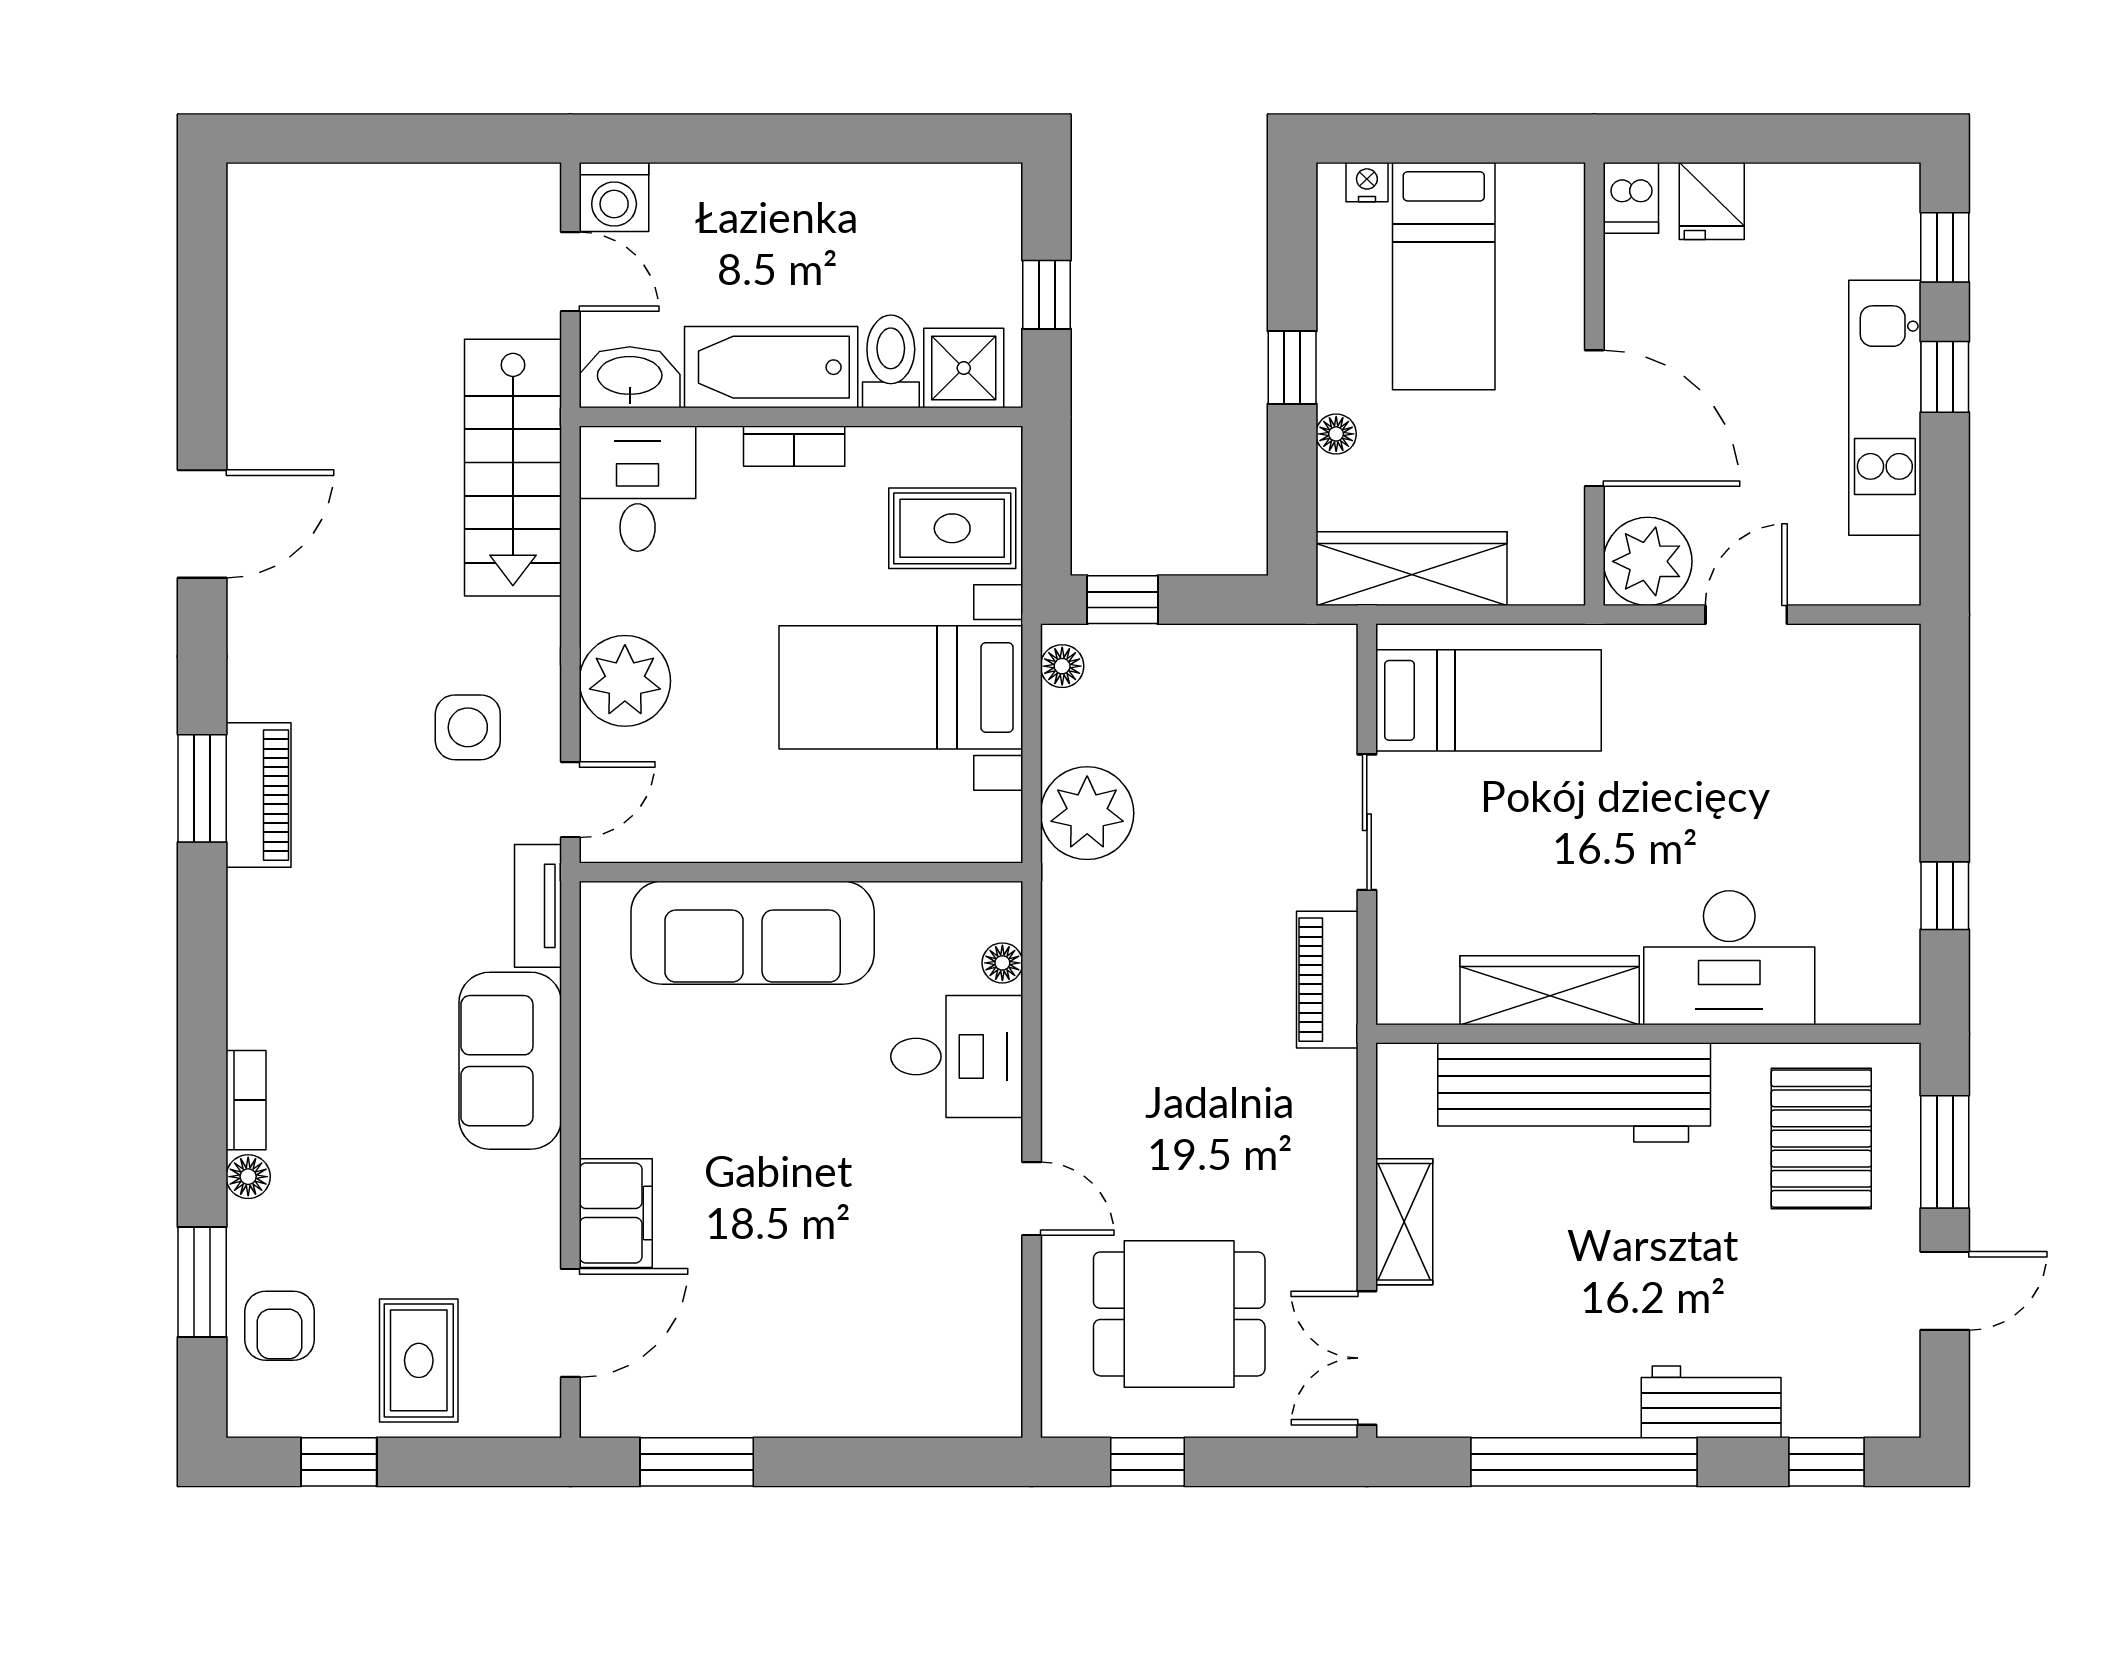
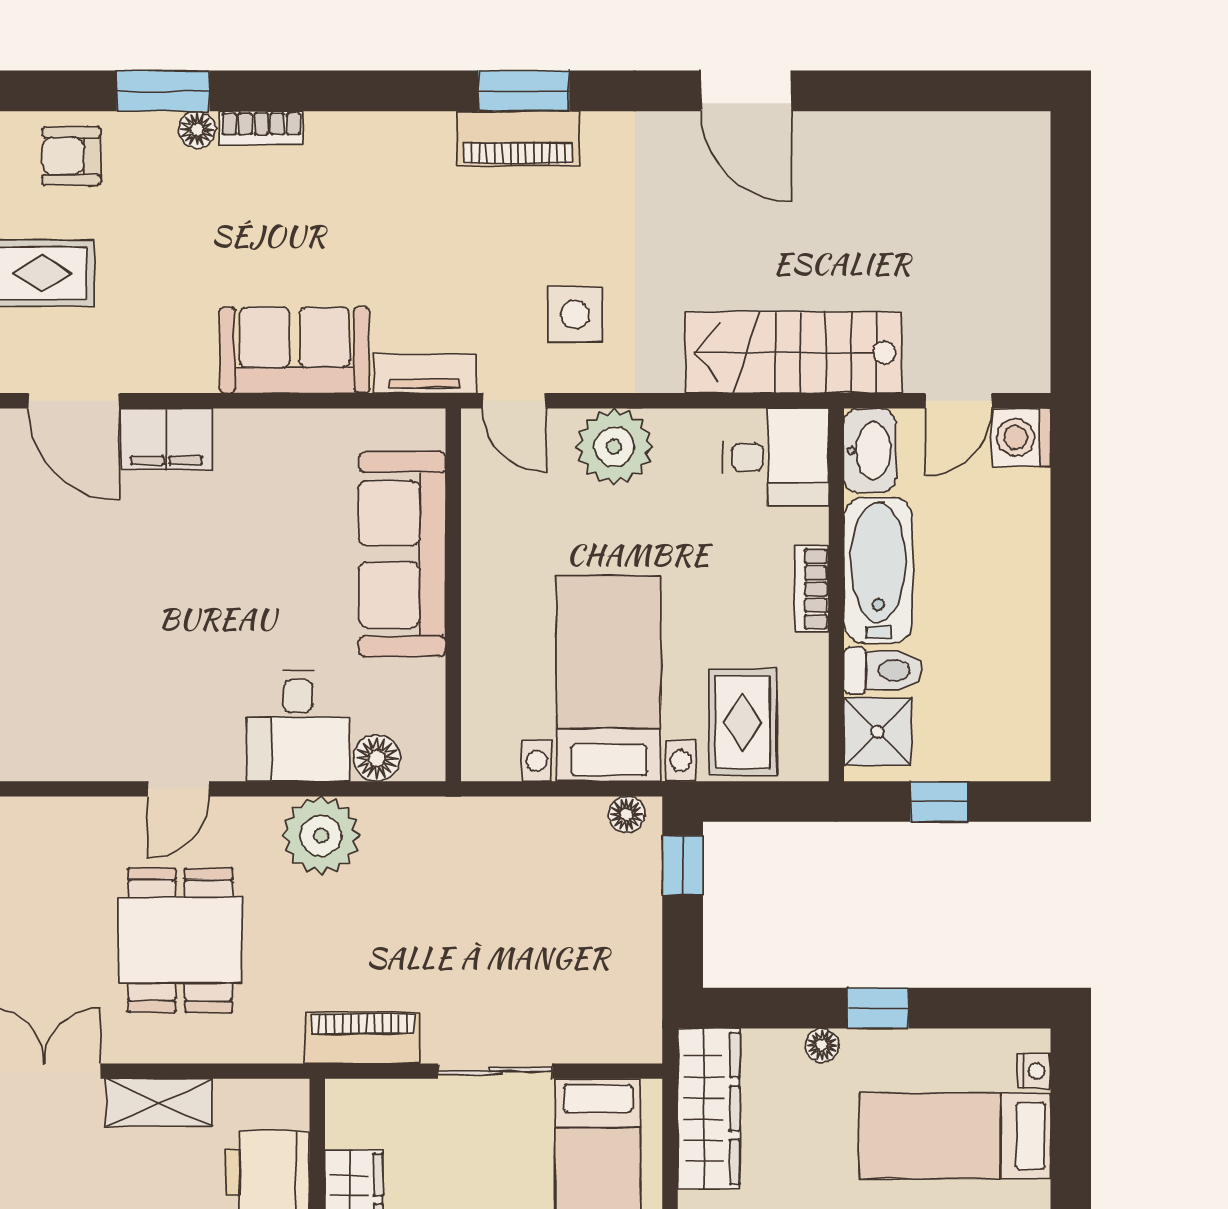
plant: (1087, 813) -> (321, 836), moved
floor lamp: (1002, 963) -> (377, 758), width x1.37, depth x1.37
window: (202, 1282) -> (163, 91), moved
dining table: (1179, 1314) -> (180, 940), moved

